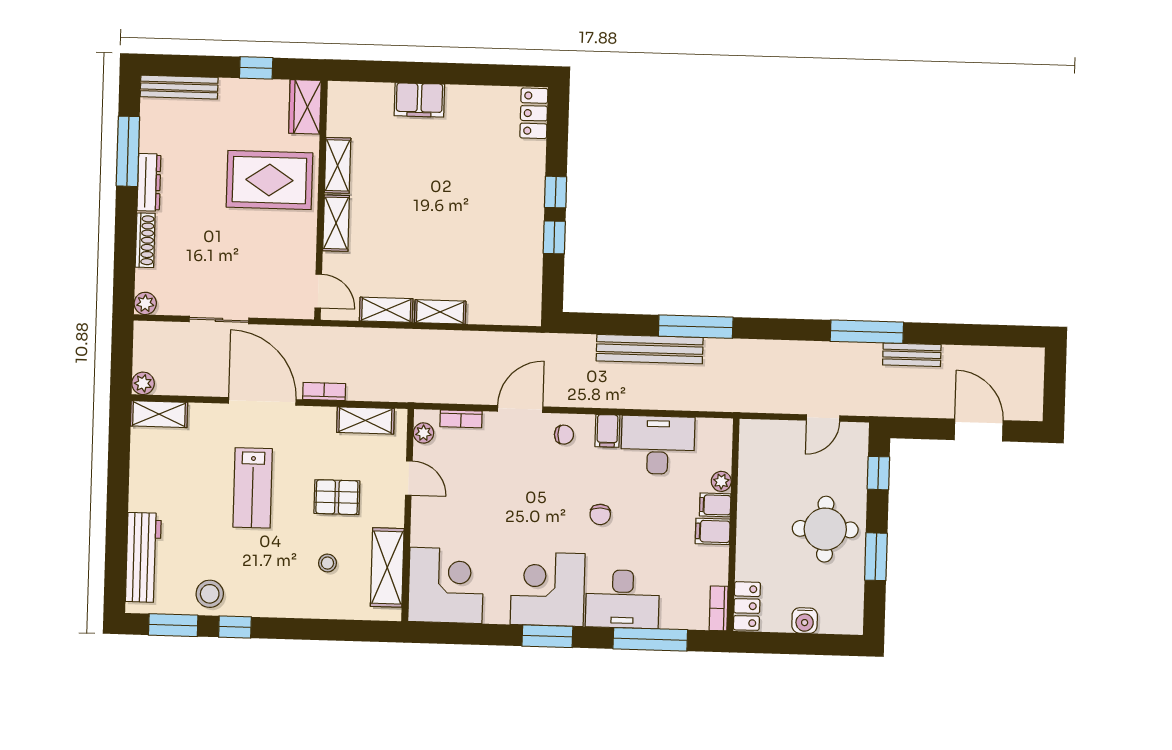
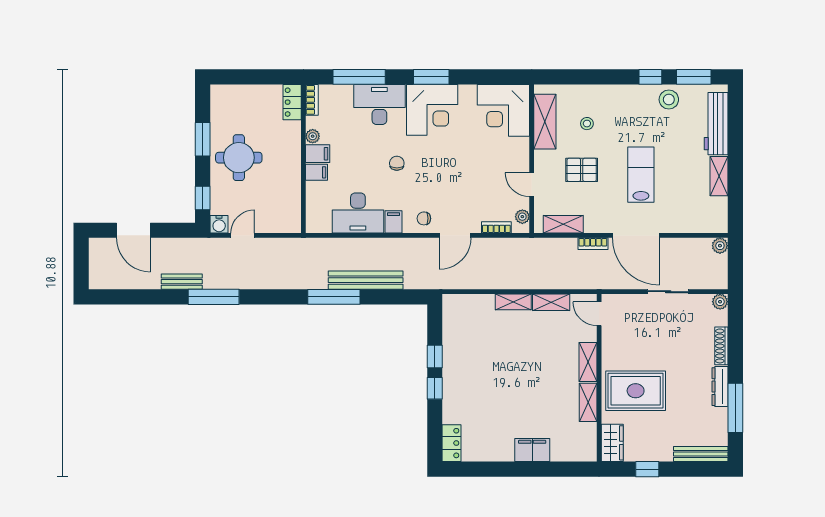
shelving: (159, 414) -> (719, 176), moved, turned 90
plant: (721, 481) -> (313, 136), moved
water cooler: (805, 621) -> (219, 224), moved, turned 180

